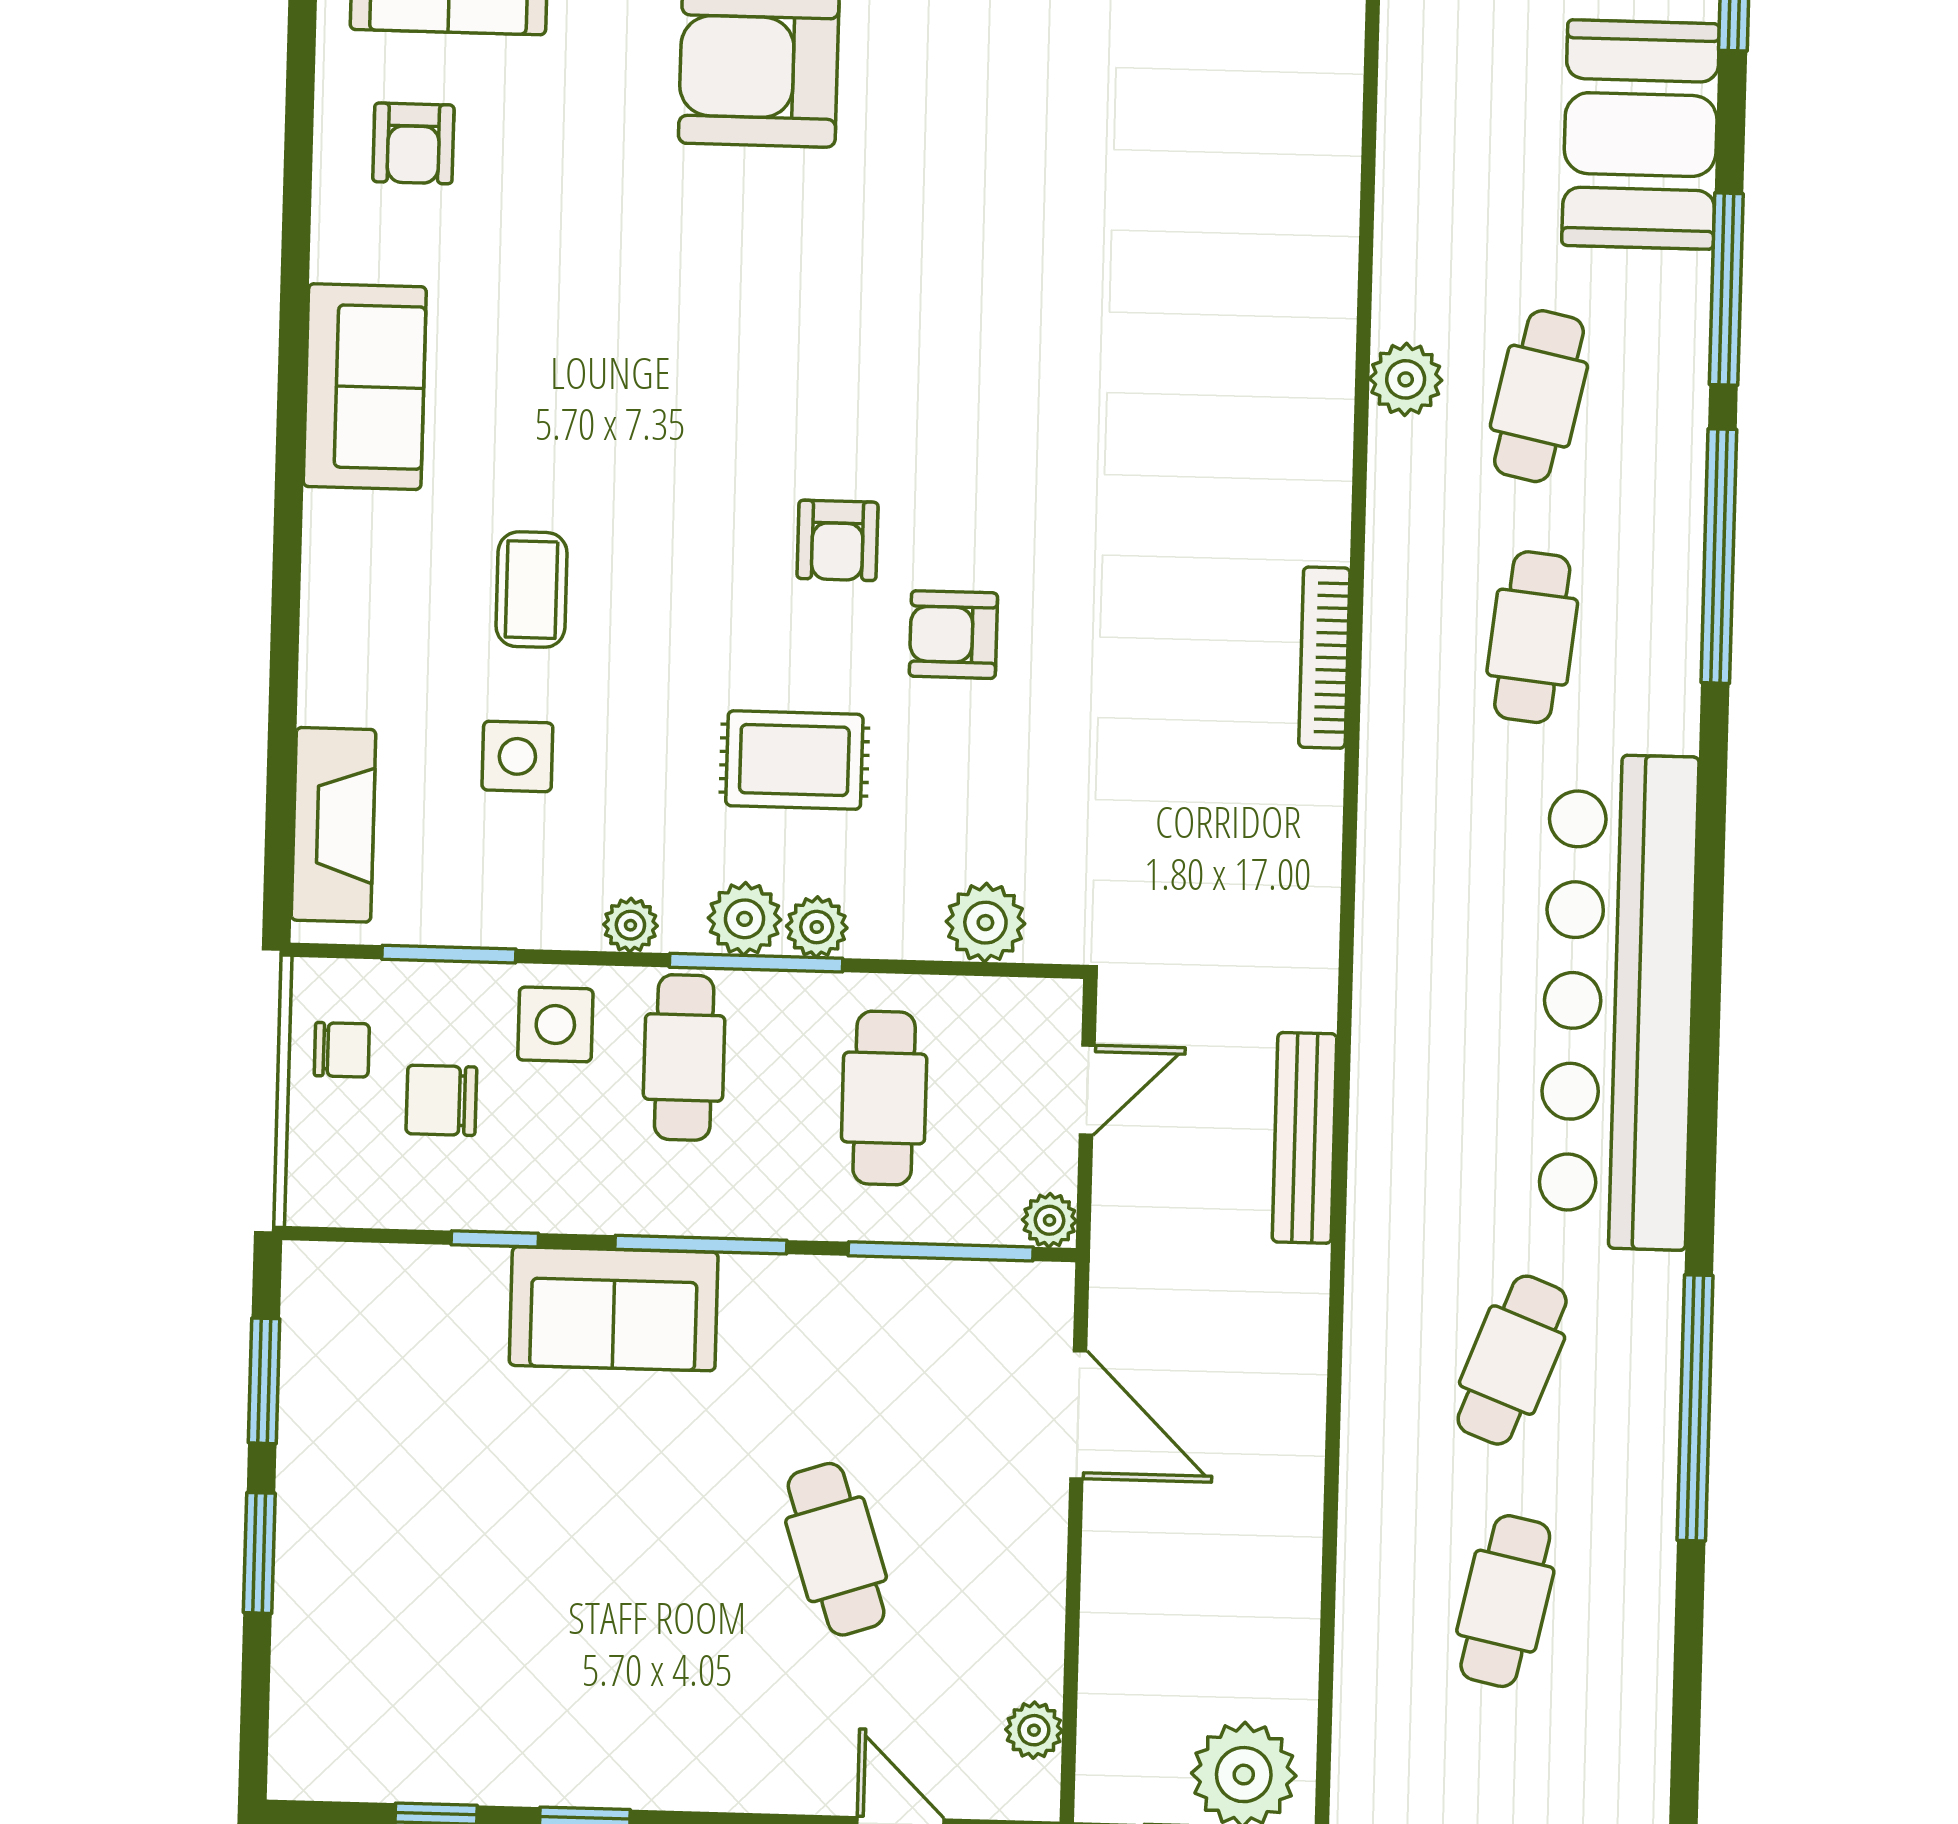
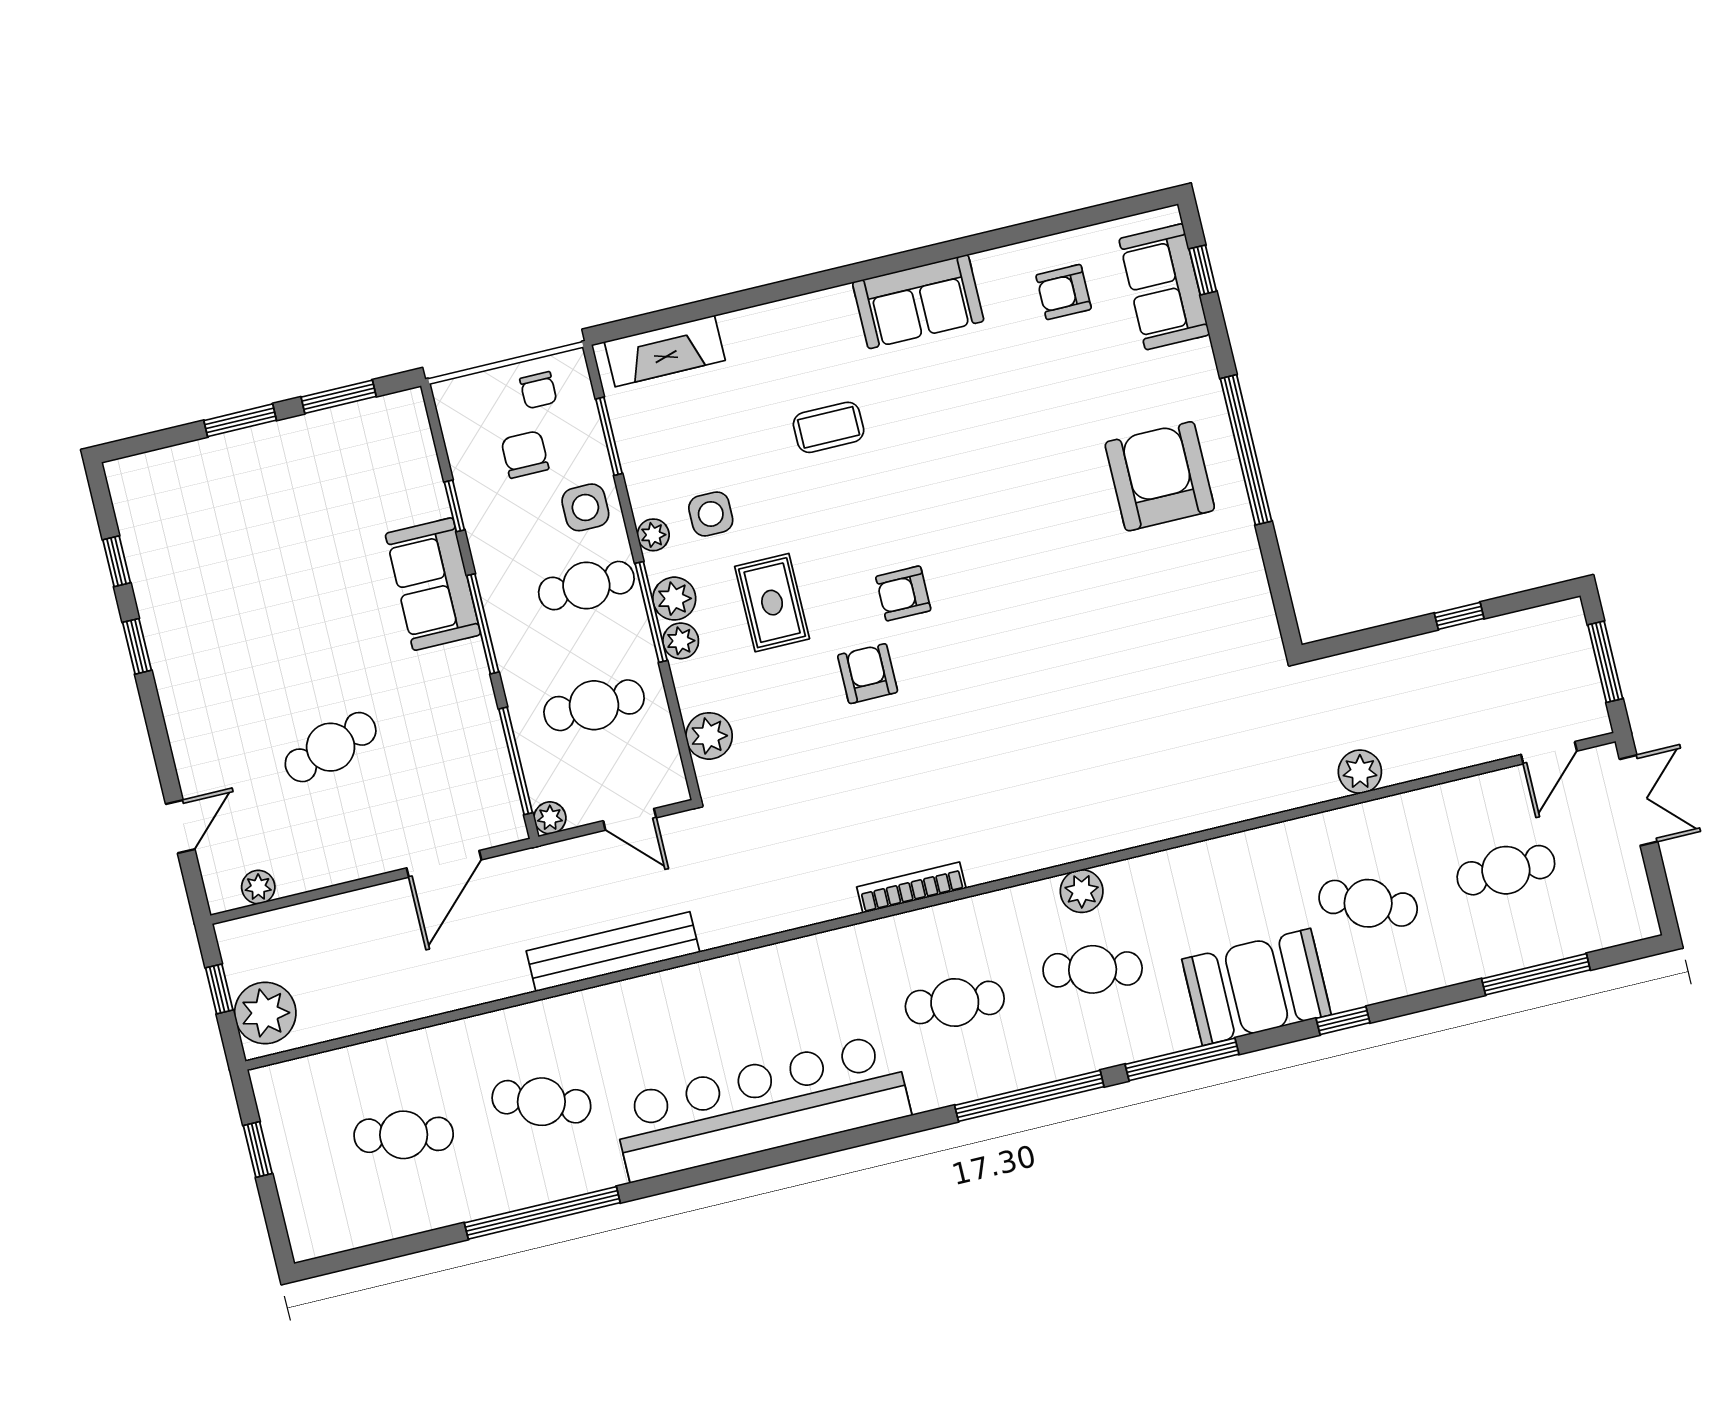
side table: (517, 756) -> (711, 514), moved
bench: (1305, 1138) -> (613, 952), width x1.37, depth x1.21

